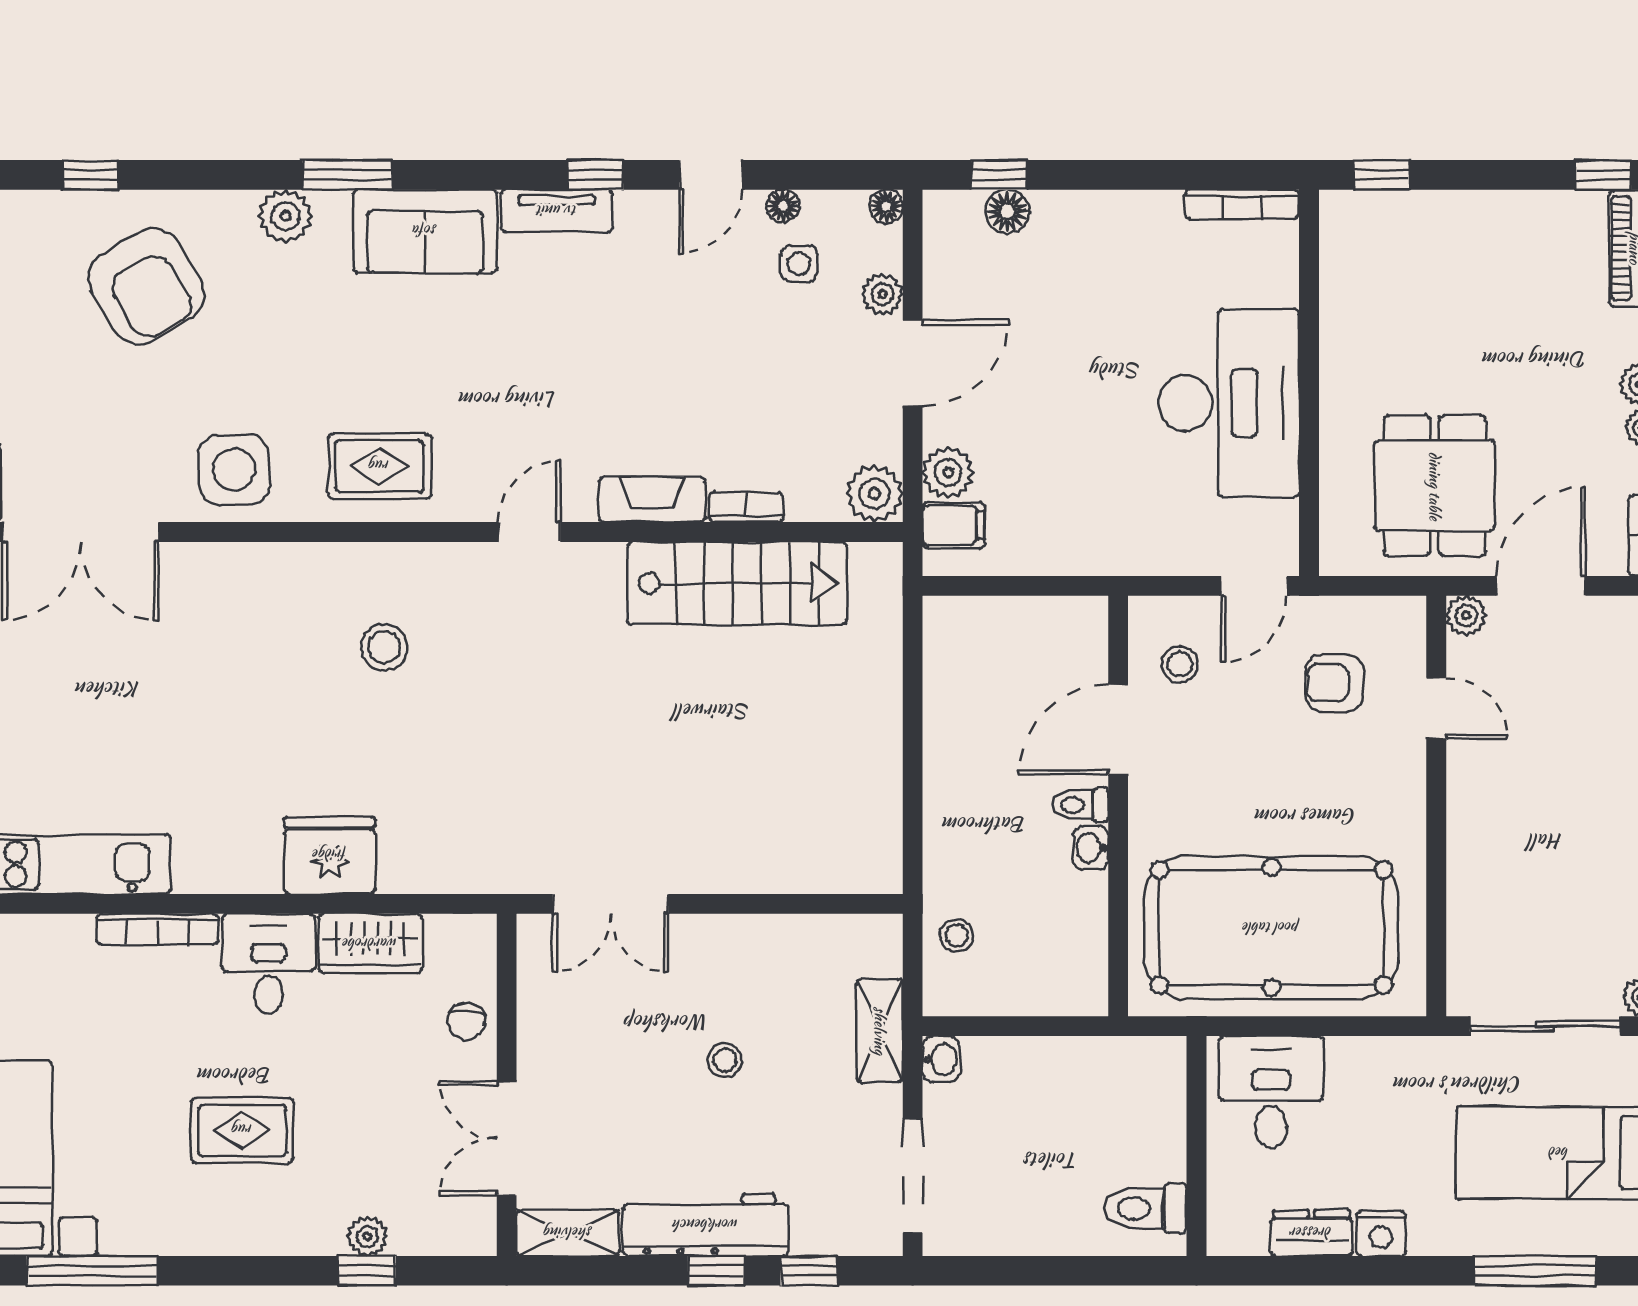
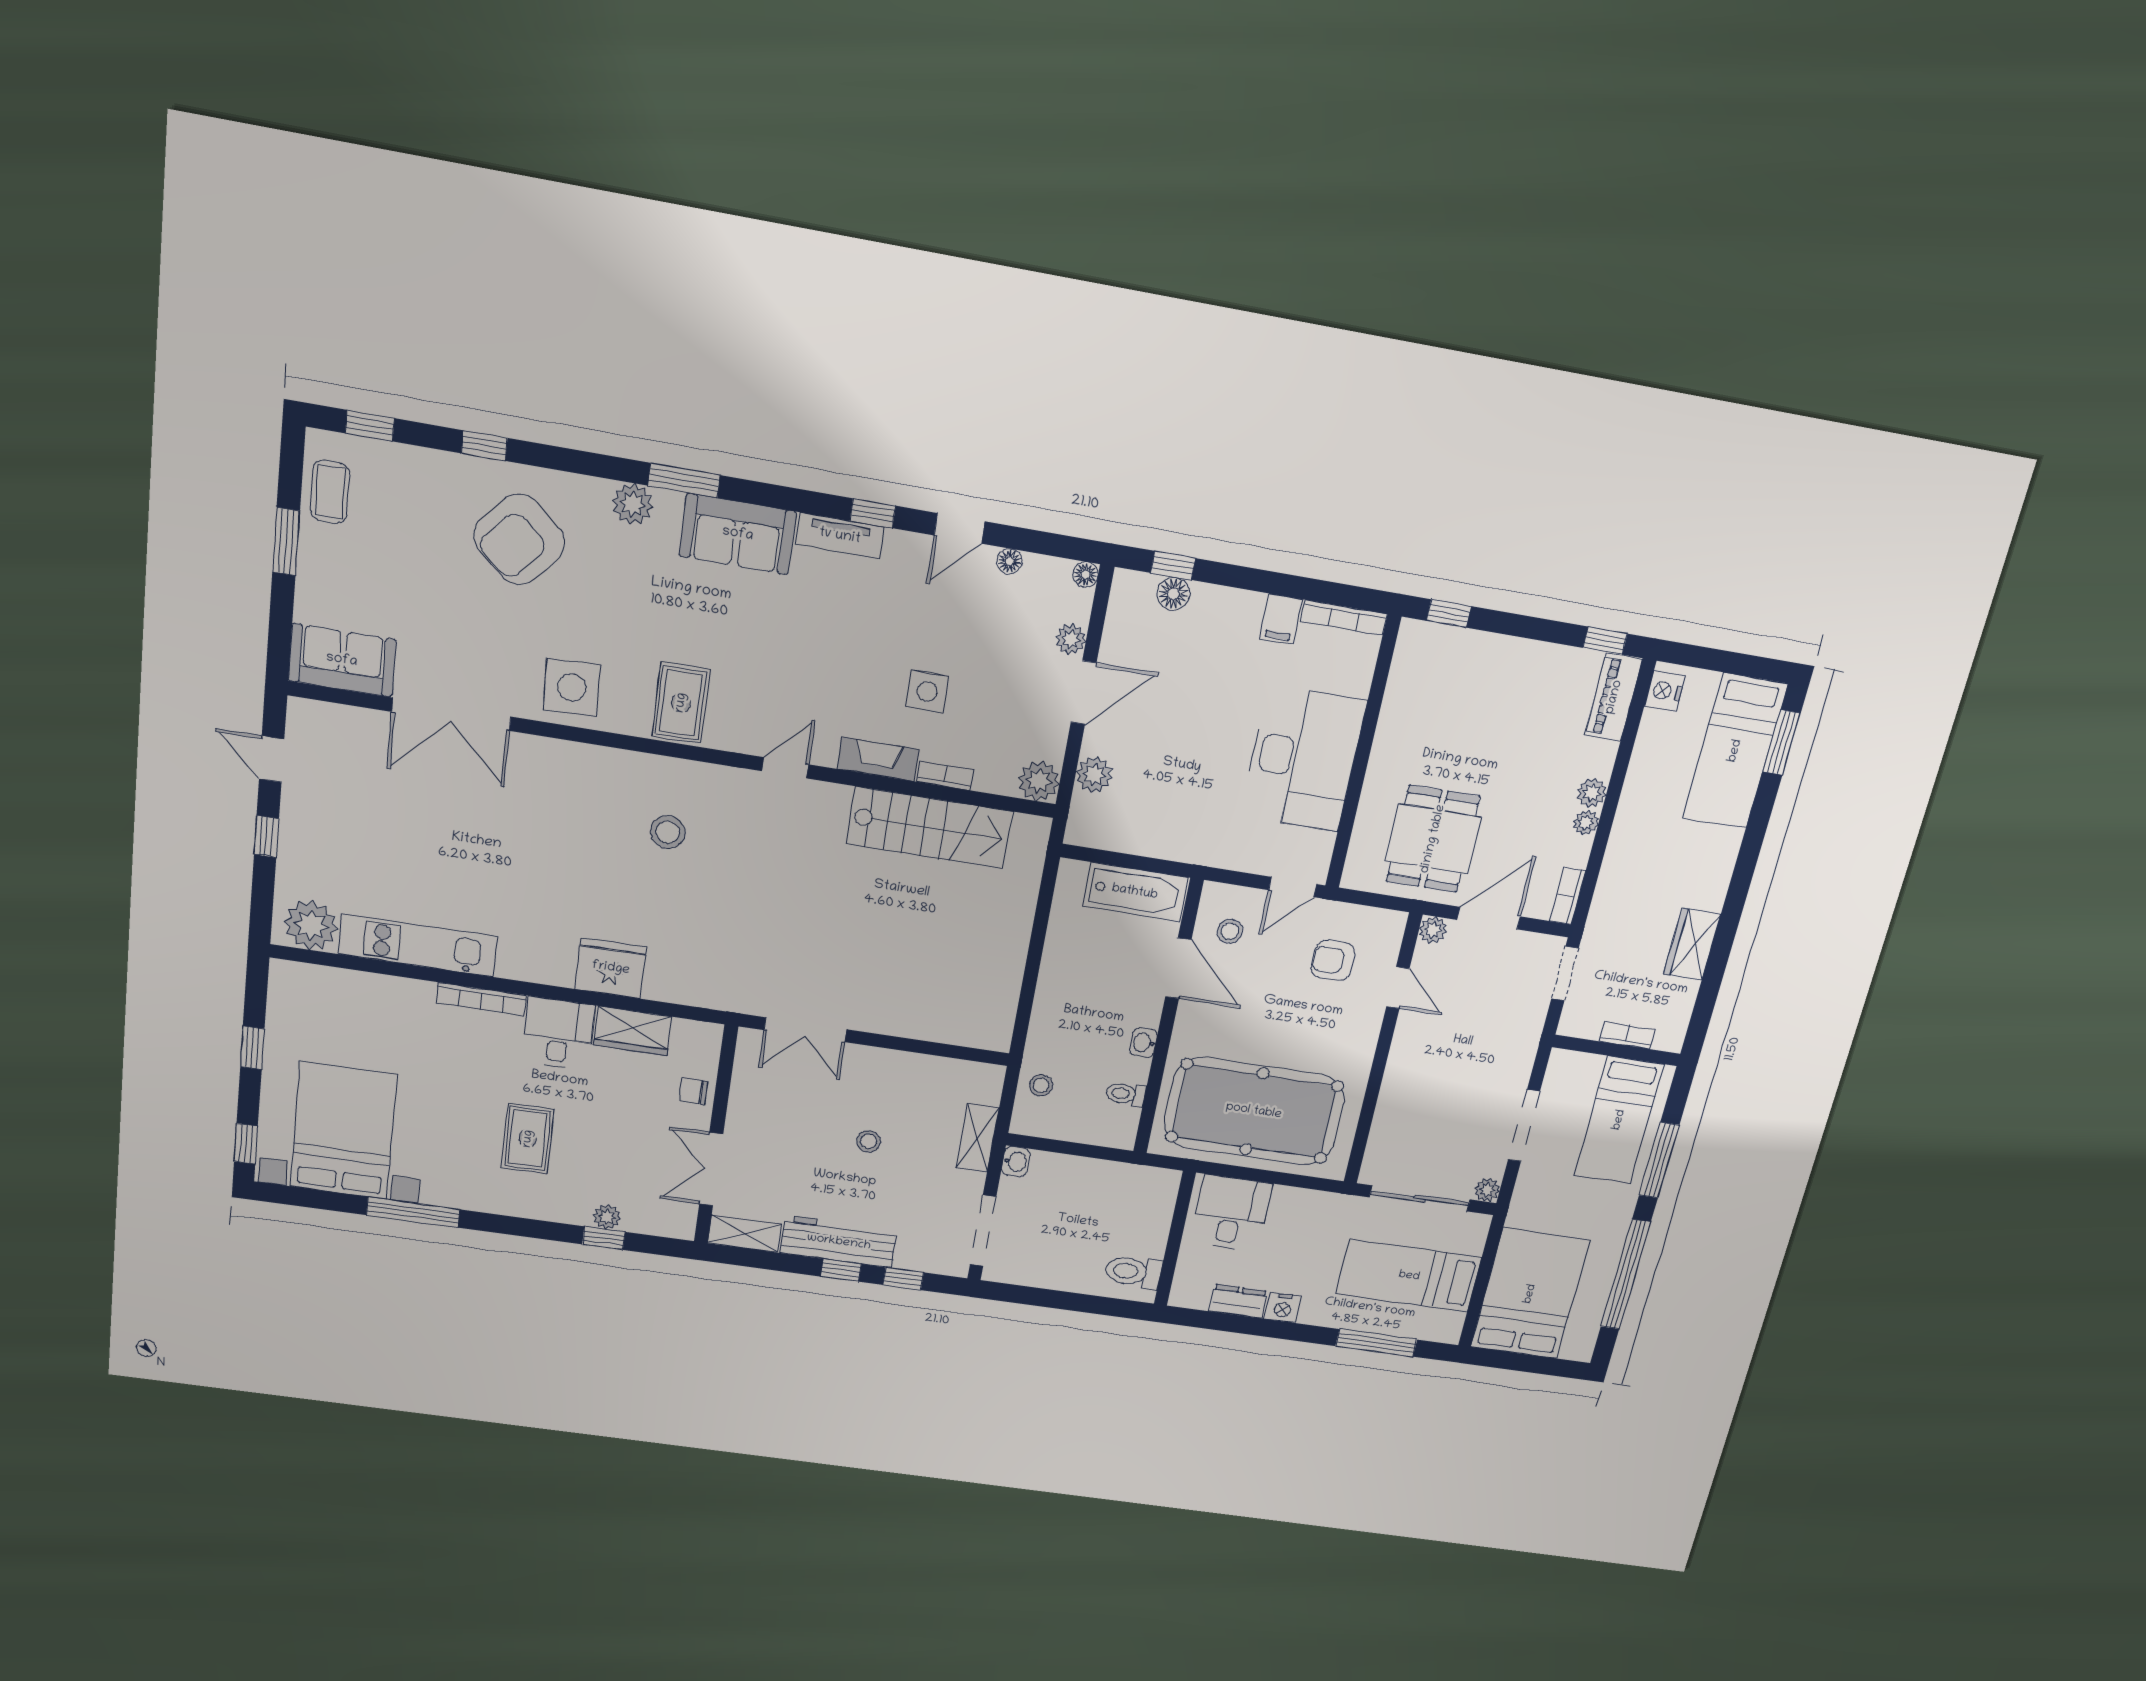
side table: (799, 264) -> (927, 692), moved, width x1.37, depth x1.37
armchair: (146, 286) -> (519, 539), turned 71
rug: (379, 466) -> (681, 703), turned 90
filing cabinet: (954, 525) -> (1281, 619), moved, turned 90
bathtub: (1036, 628) -> (1135, 892), added
door: (1118, 730) -> (1178, 968), swing flipped
toilet: (1080, 805) -> (1126, 1094), moved
chair: (466, 1021) -> (694, 1091), turned 85
rug: (242, 1130) -> (528, 1139), turned 90

